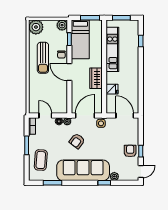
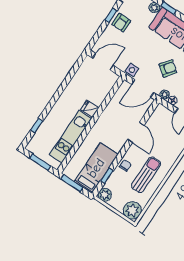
door: (69, 72) -> (136, 132), moved
wardrobe: (96, 78) -> (107, 119), removed
fridge: (112, 89) -> (90, 109), moved
door: (125, 116) -> (103, 62), swing flipped

